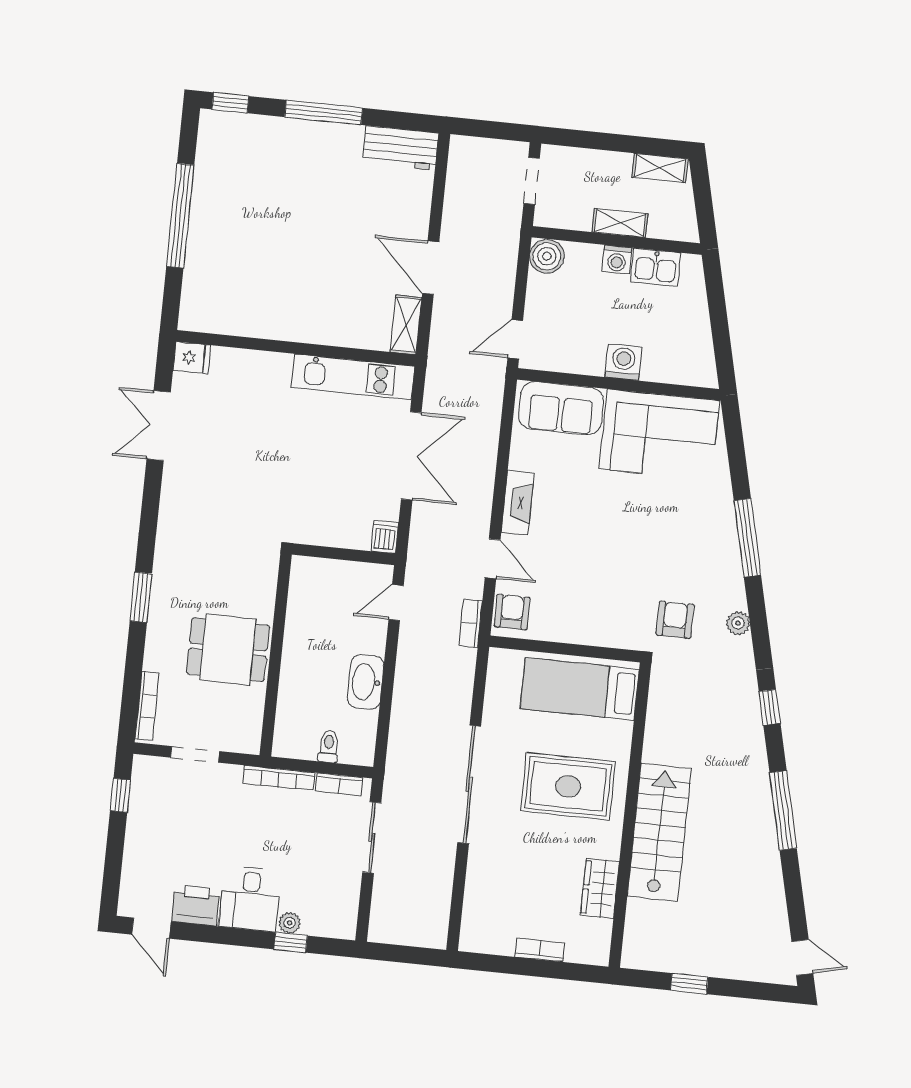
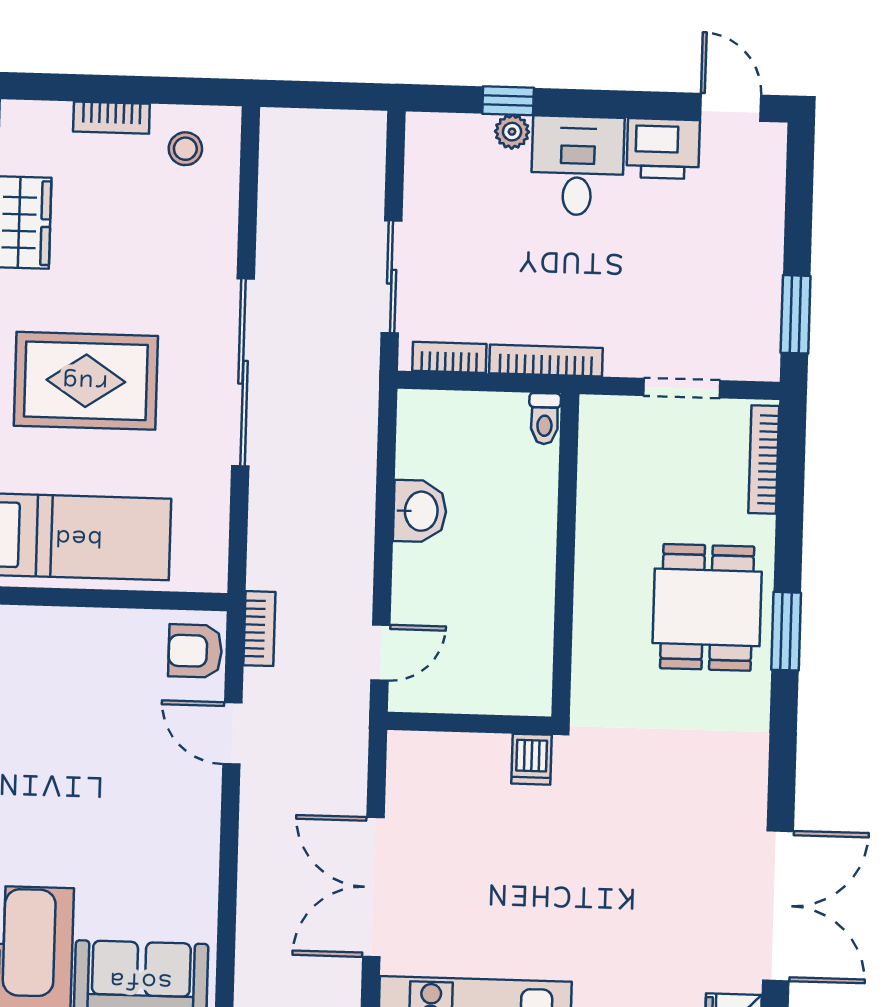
double door: (159, 426) -> (778, 906), width x1.37
fireplace: (518, 503) -> (199, 825), removed
dishwasher: (385, 537) -> (532, 759), moved
armchair: (512, 612) -> (195, 651), turned 90
dining table: (228, 650) -> (707, 607), moved, turned 90
washbasin: (366, 682) -> (420, 511), width x0.72
toilet: (329, 746) -> (545, 419), moved
window: (120, 795) -> (796, 314), width x1.50
stool: (495, 927) -> (185, 149), added

